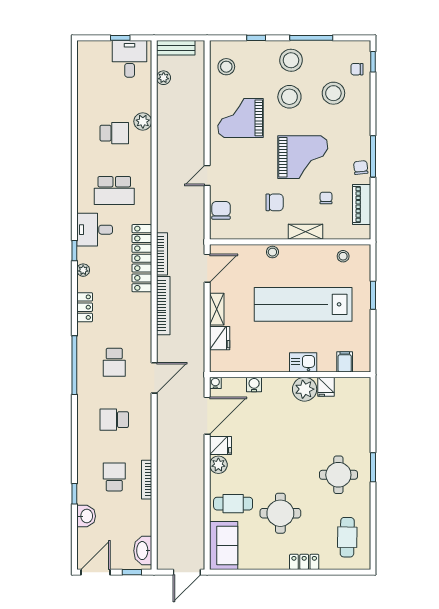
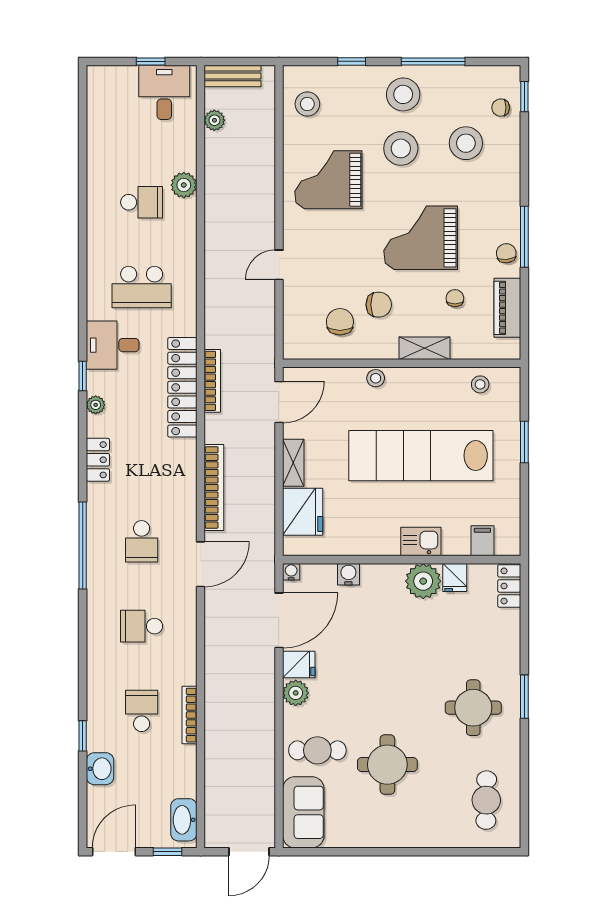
grand piano: (303, 157) -> (421, 238), turned 180
chair: (221, 210) -> (340, 322), moved
bookcase: (163, 306) -> (214, 487), moved
fridge: (220, 338) -> (303, 512), width x1.36, depth x1.34
locker: (304, 562) -> (509, 586), moved, turned -90

